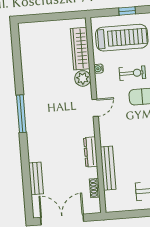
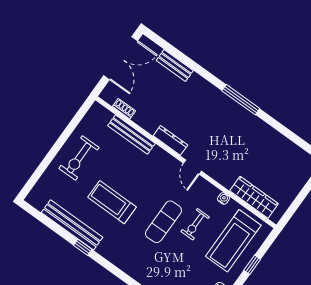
plant: (83, 78) -> (227, 178), removed
dresser: (91, 152) -> (170, 140), moved

